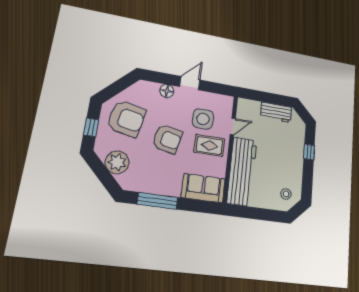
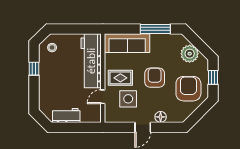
armchair: (126, 119) -> (188, 89), turned 79
armchair: (167, 139) -> (155, 78), turned 78
window: (309, 152) -> (34, 69), moved
sofa: (203, 188) -> (127, 43), width x1.36

